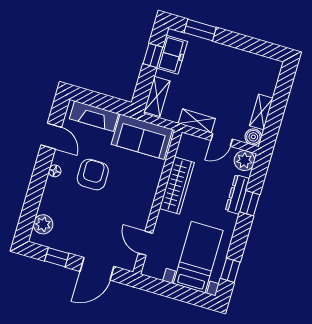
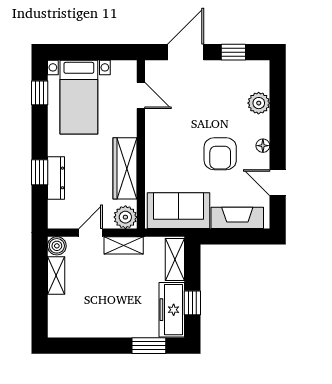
freezer: (172, 55) -> (172, 310), width x1.40
plant: (244, 161) -> (125, 217), moved
plant: (43, 224) -> (259, 103), moved

